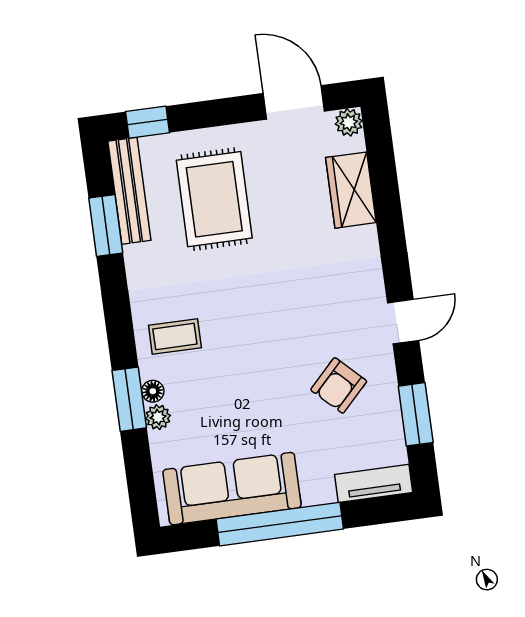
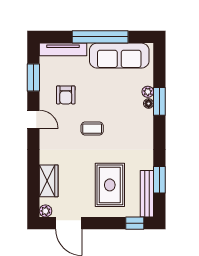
door: (403, 322) -> (33, 119), swing flipped
coffee table: (175, 337) -> (92, 129), moved
armchair: (339, 385) -> (66, 95), turned 136
tv unit: (374, 483) -> (63, 49), width x1.41

